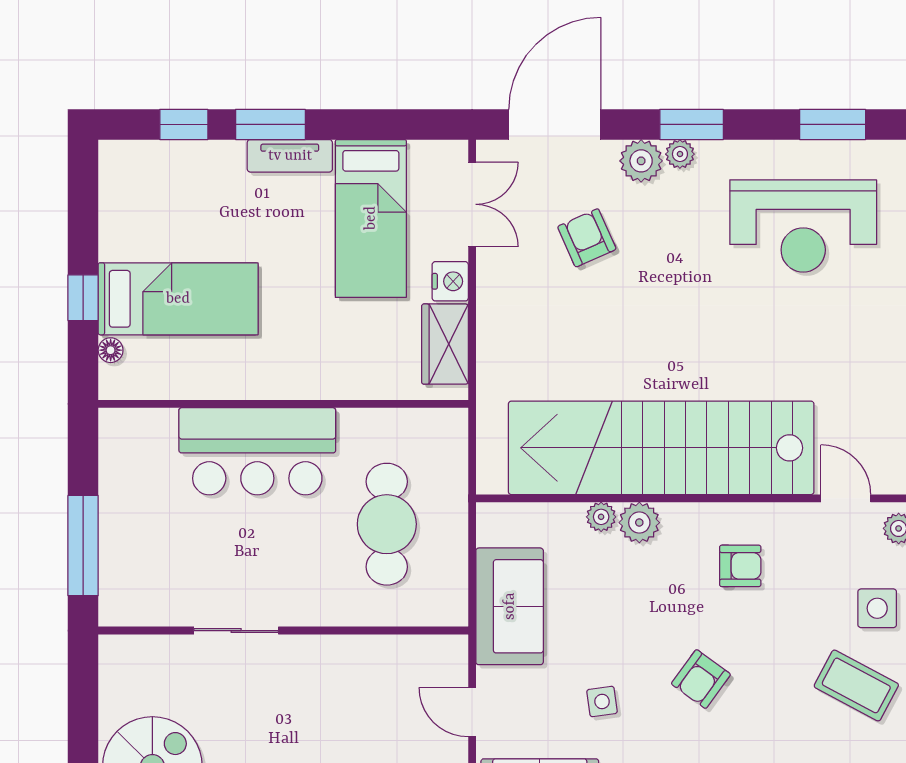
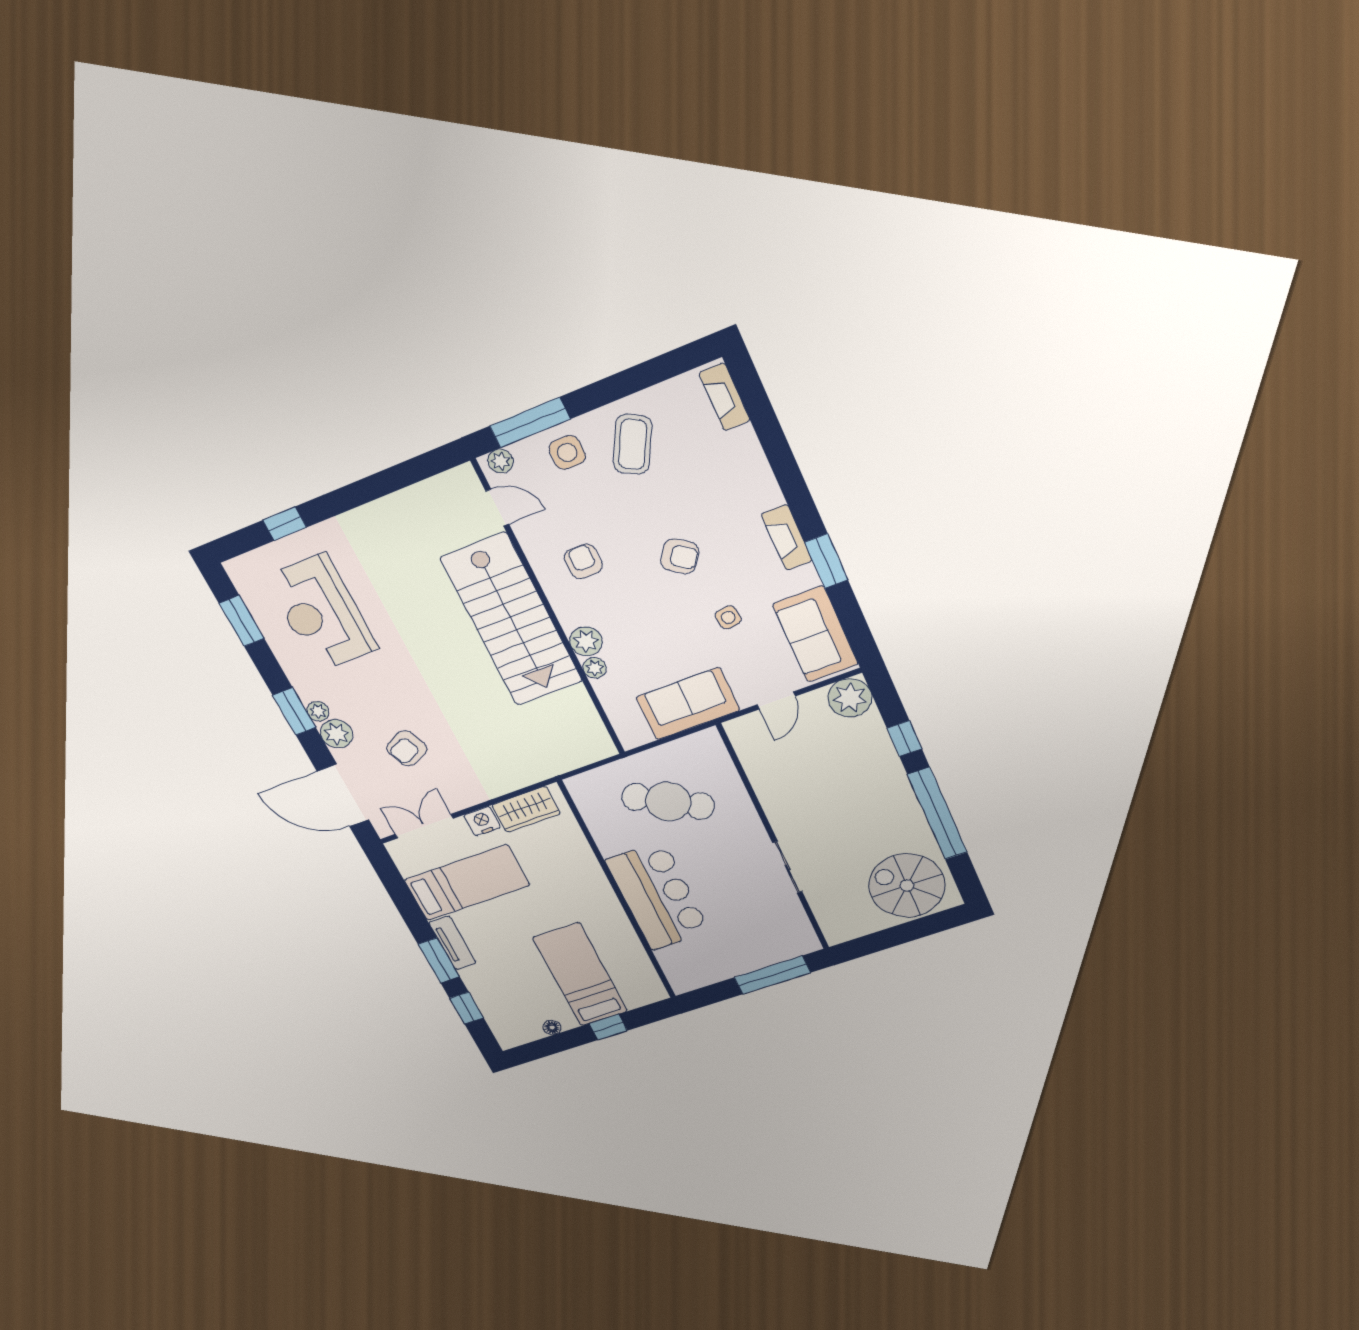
reception desk: (803, 226) -> (321, 613), turned 180
floor lamp: (111, 350) -> (552, 1027), moved
stairs: (661, 448) -> (512, 620), width x0.73
door: (846, 498) -> (497, 508), swing flipped
cafe table: (387, 524) -> (668, 801), turned 31

